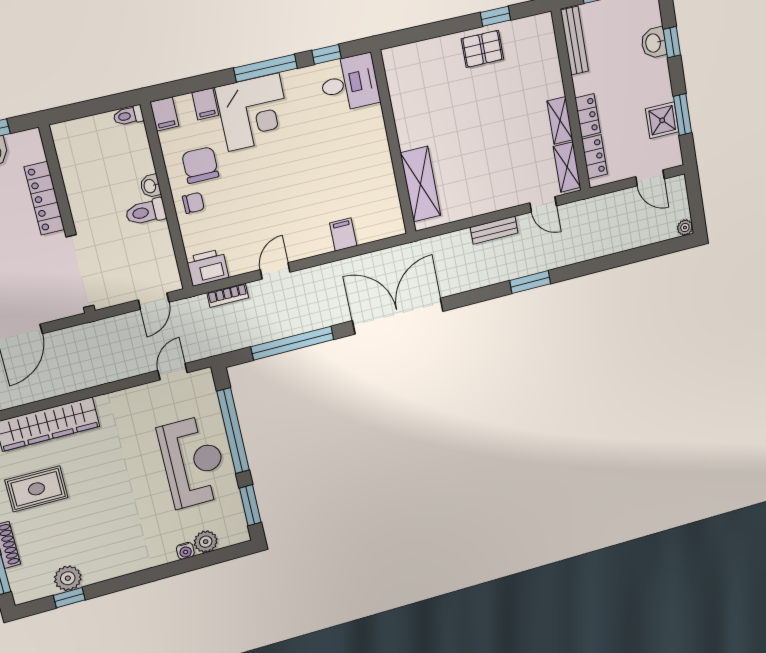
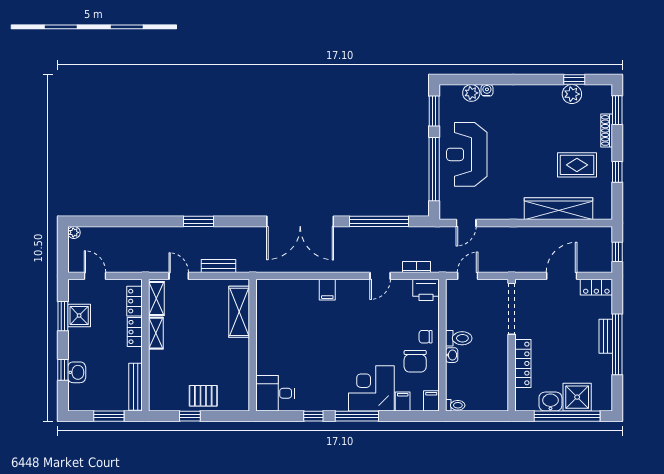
desk: (350, 83) -> (275, 393), moved
wall: (394, 143) -> (253, 345), moved
shelving: (421, 184) -> (239, 312), moved

